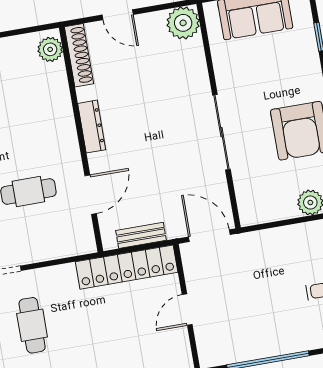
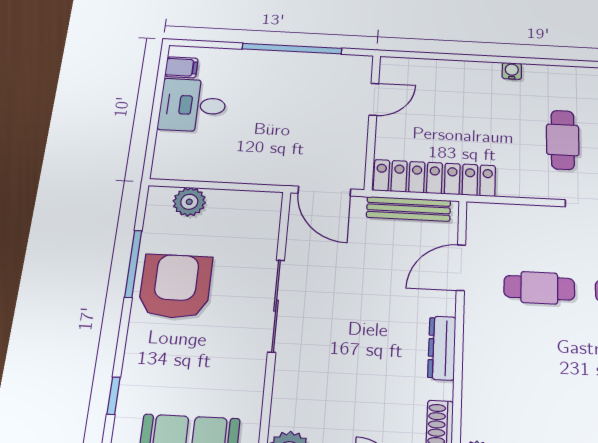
bench: (141, 235) -> (409, 209), width x1.36
door: (187, 310) -> (374, 99), moved

